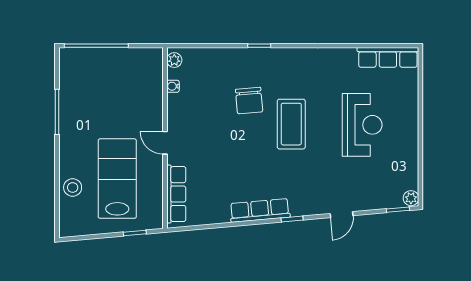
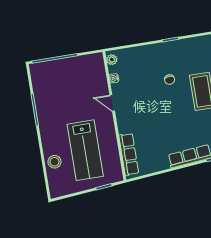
chair: (249, 101) -> (170, 80), width x0.54, depth x0.54
door: (165, 143) -> (112, 103), moved
lab bench: (117, 179) -> (85, 150), turned 180

